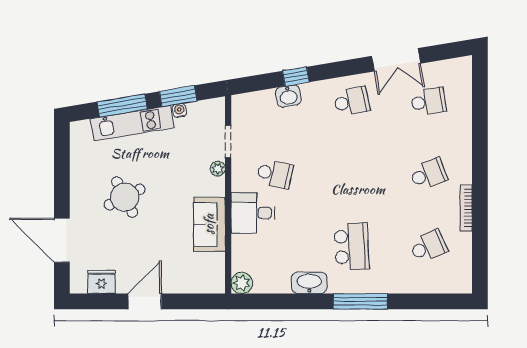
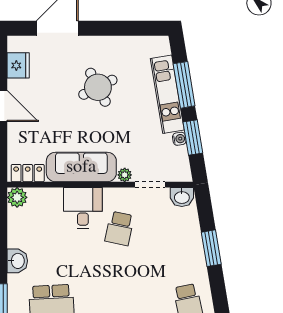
window: (296, 76) -> (211, 248), width x1.50
washbasin: (288, 96) -> (182, 197), moved, turned -81
sofa: (209, 224) -> (81, 167), width x1.36
locker: (216, 272) -> (28, 173), added
washbasin: (309, 283) -> (17, 261), width x0.72

